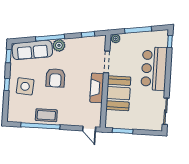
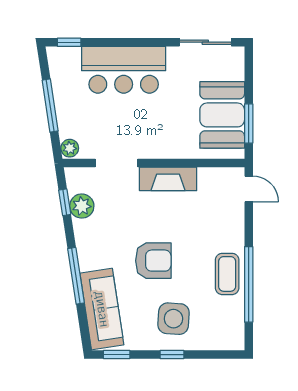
plant: (59, 45) -> (82, 206), moved
booth: (118, 93) -> (222, 115), moved, turned 90
door: (89, 129) -> (249, 189), hinge flipped

